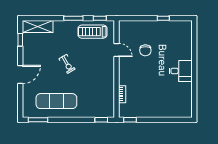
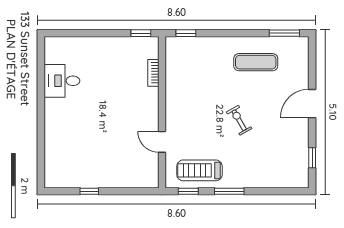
shelving: (38, 26) -> (285, 178), removed
treadmill: (93, 32) -> (199, 170), turned 180
chair: (145, 50) -> (117, 141), removed
desk: (181, 71) -> (62, 81), moved
exercise mat: (56, 101) -> (256, 62), width x0.73, depth x0.69

